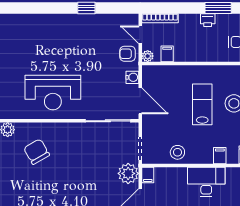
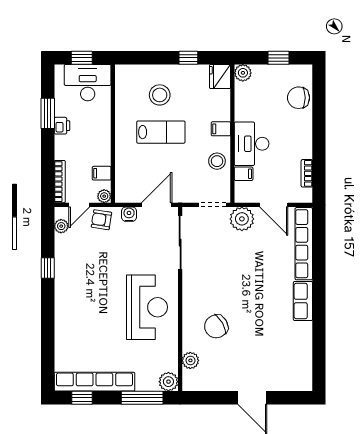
plant: (122, 19) -> (61, 226), added
armchair: (128, 54) -> (101, 220), turned 99
lab bench: (202, 104) -> (161, 132), turned 180
filing cabinet: (220, 156) -> (221, 129), moved
filing cabinet: (148, 175) -> (244, 174), moved
desk: (206, 182) -> (252, 144), moved

